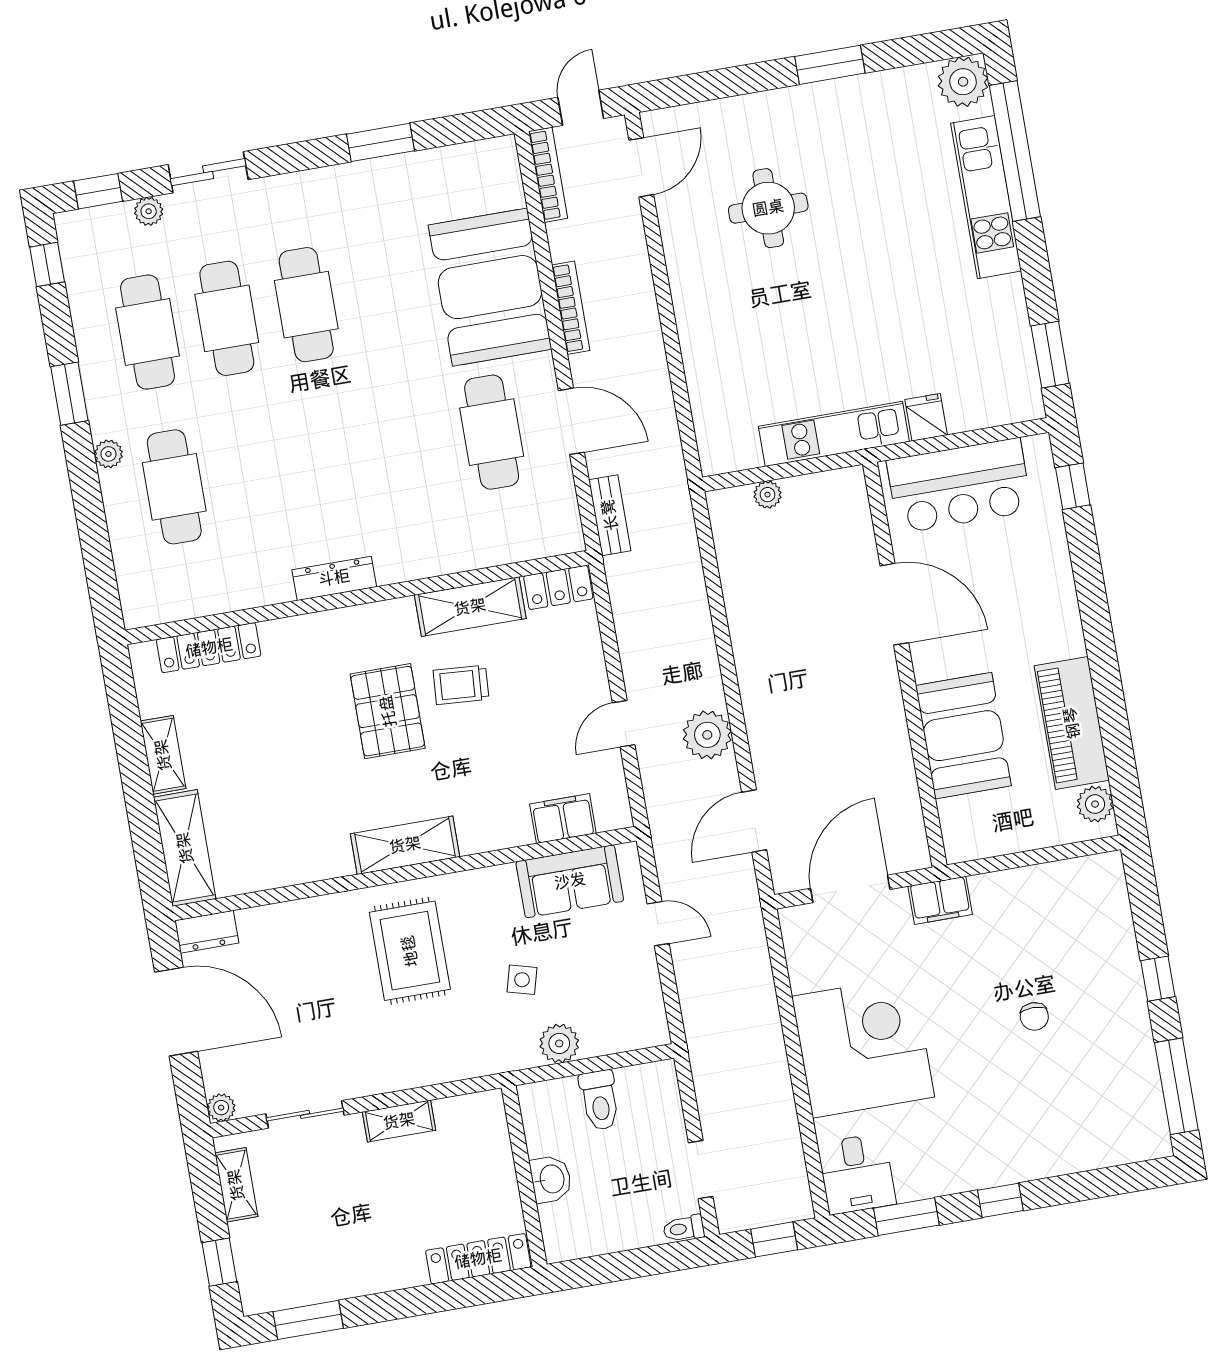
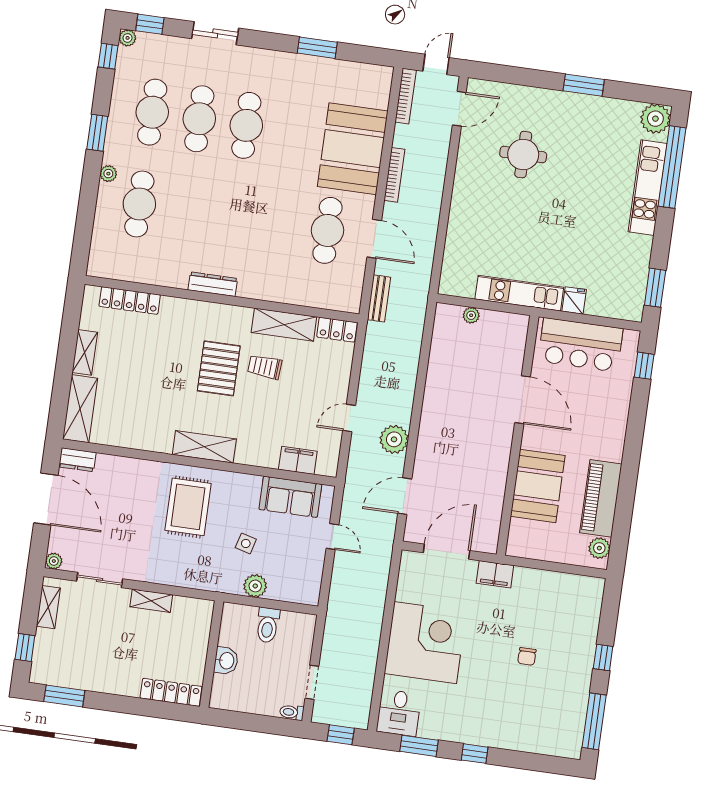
plant: (149, 211) -> (128, 38), moved

